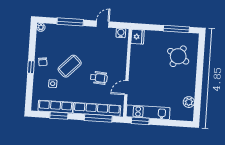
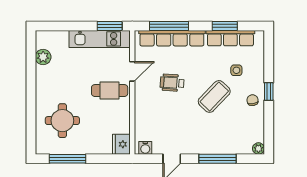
round table: (178, 56) -> (62, 121), turned -30
cafe table: (143, 75) -> (110, 91), added

